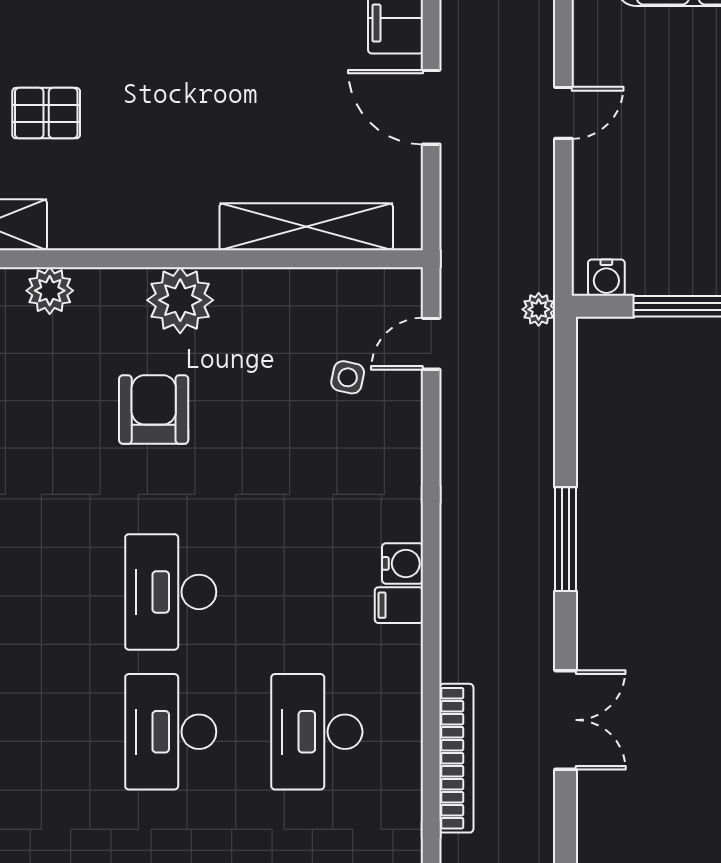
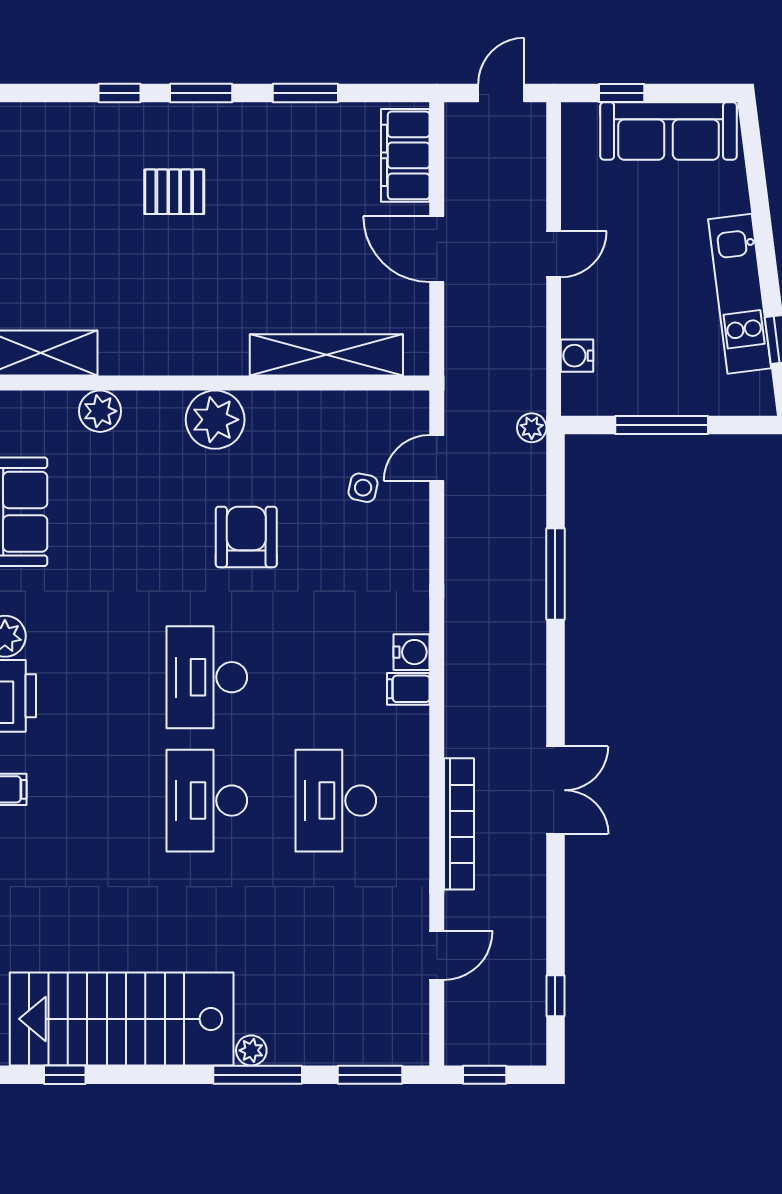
pallet: (46, 113) -> (174, 192), moved
water cooler: (606, 278) -> (577, 356), moved, turned 90
armchair: (154, 410) -> (246, 537), moved
window: (566, 539) -> (555, 574), moved

